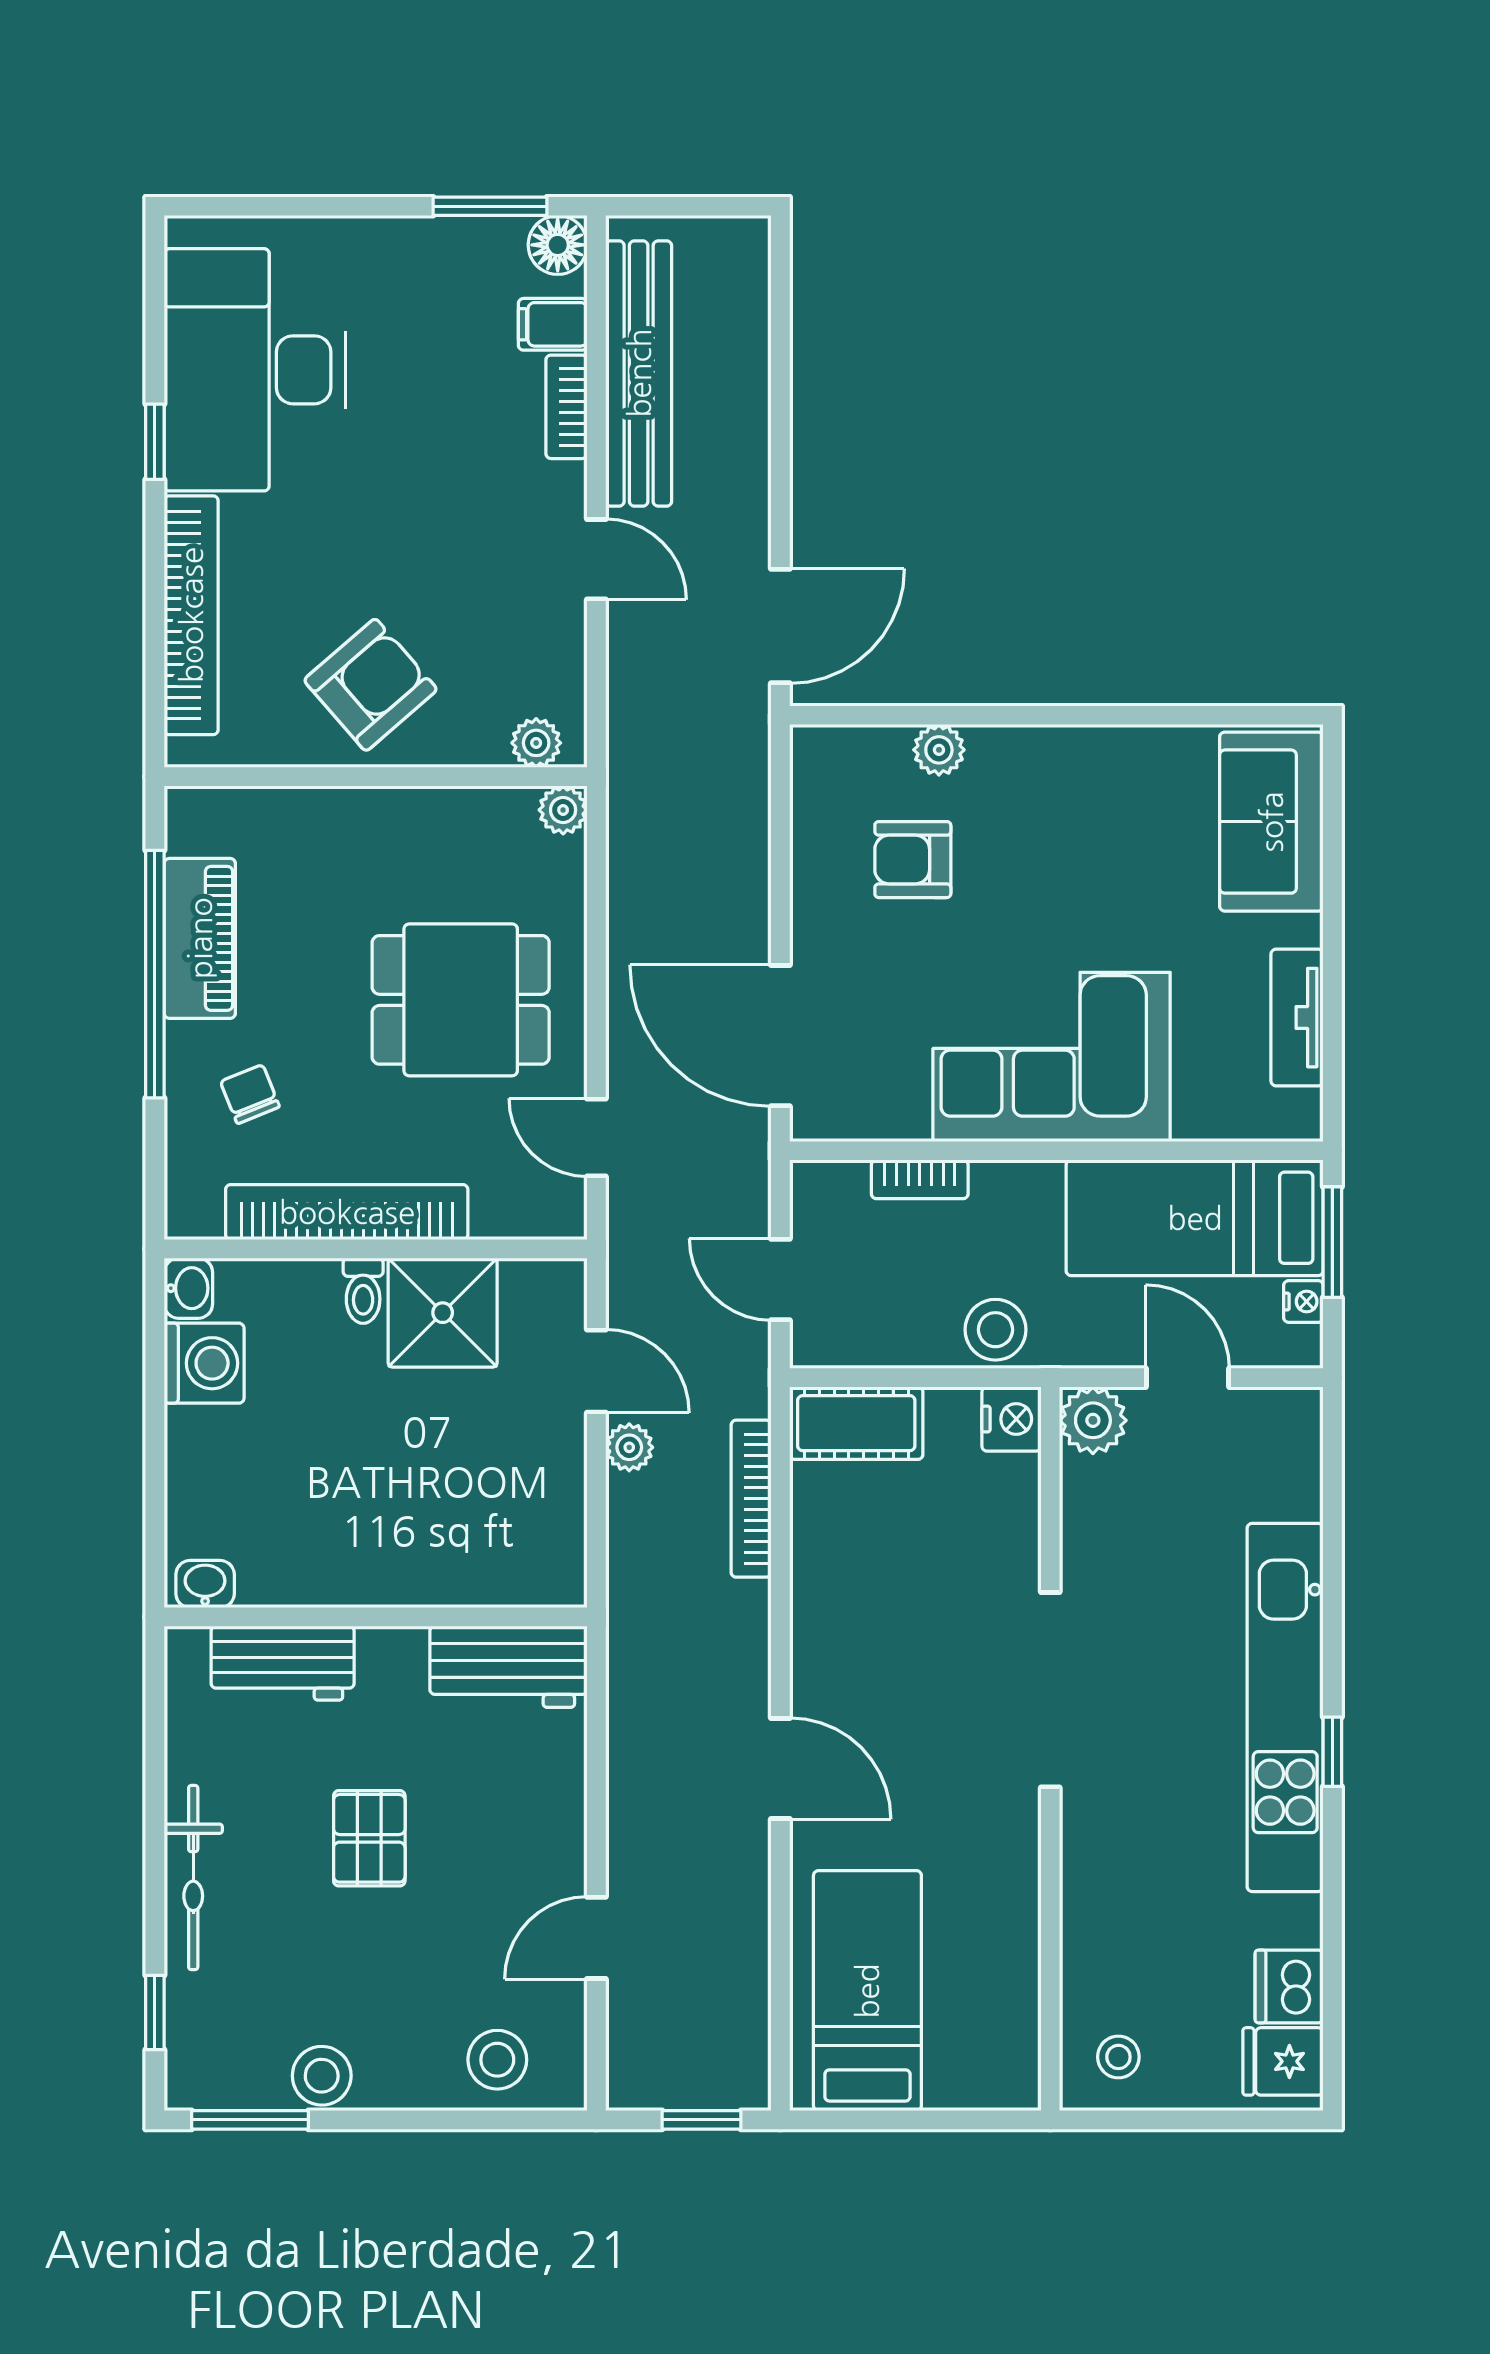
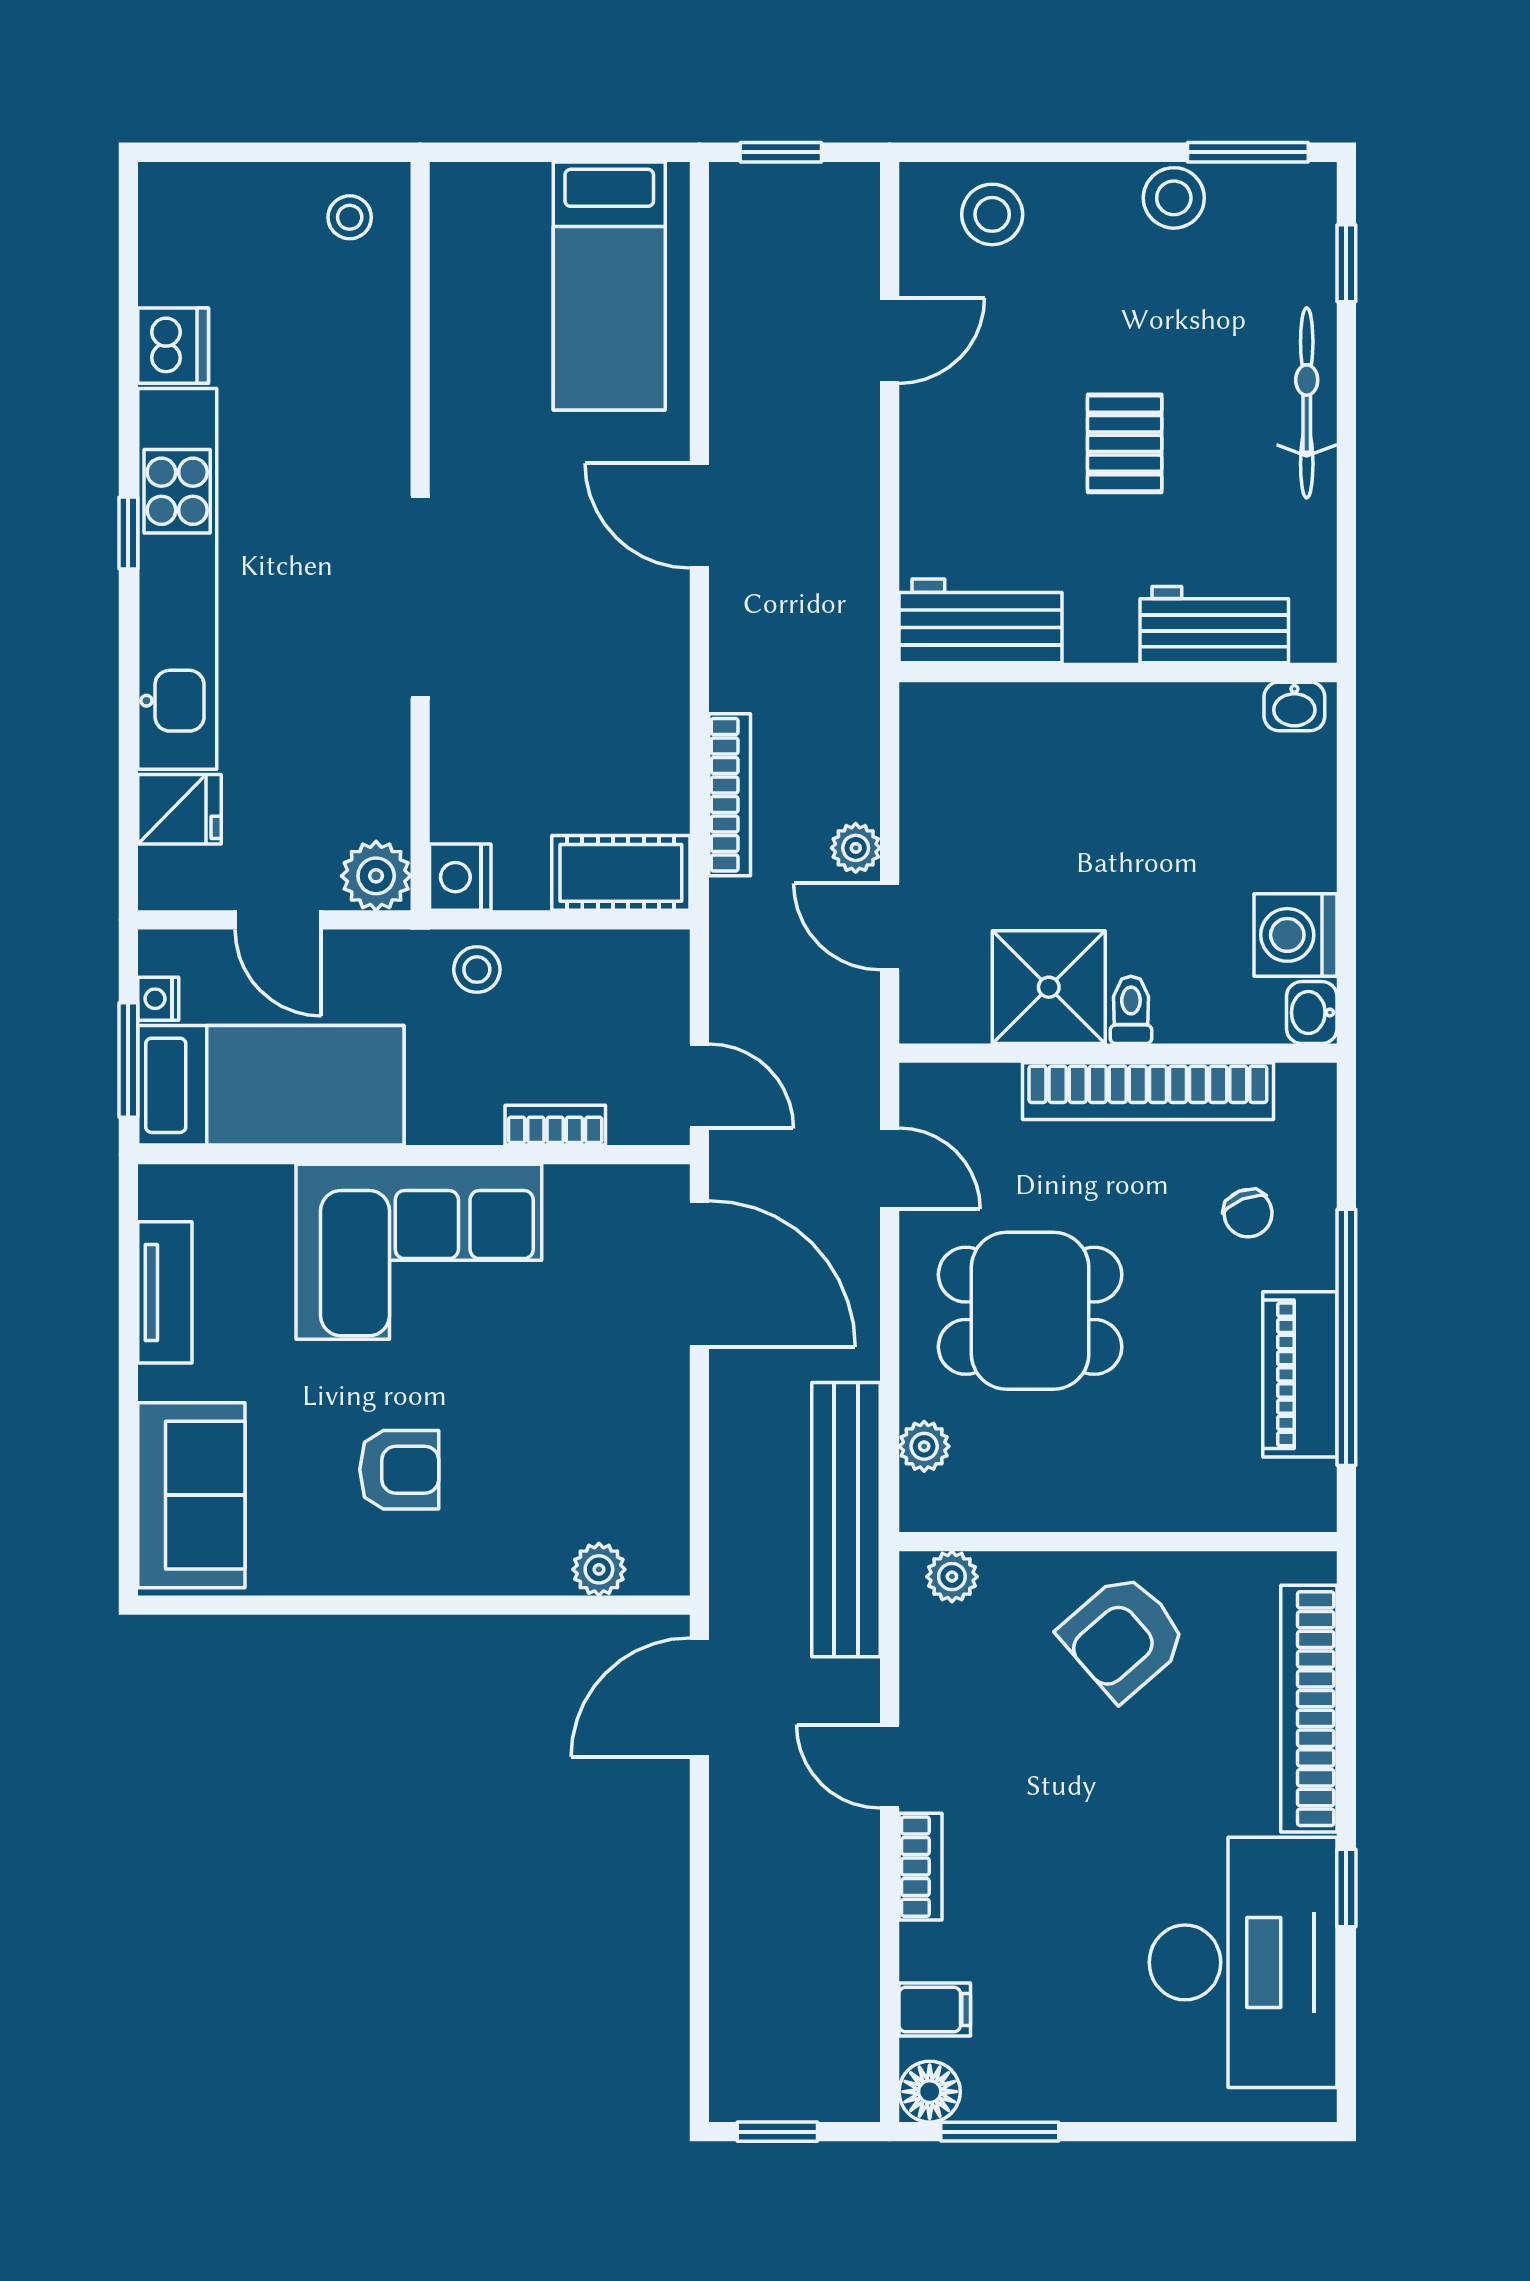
window: (705, 206) -> (777, 2132), added
bench: (639, 373) -> (846, 1520), moved
bookcase: (567, 407) -> (921, 1867), moved
plant: (939, 750) -> (599, 1569), moved
plant: (563, 810) -> (924, 1446), moved
armchair: (913, 860) -> (399, 1470), moved
door: (780, 1279) -> (699, 1086), moved
stool: (995, 1330) -> (477, 970), width x0.73, depth x0.73
dishwasher: (1289, 1986) -> (173, 346), moved
fridge: (1283, 2061) -> (179, 809), moved

